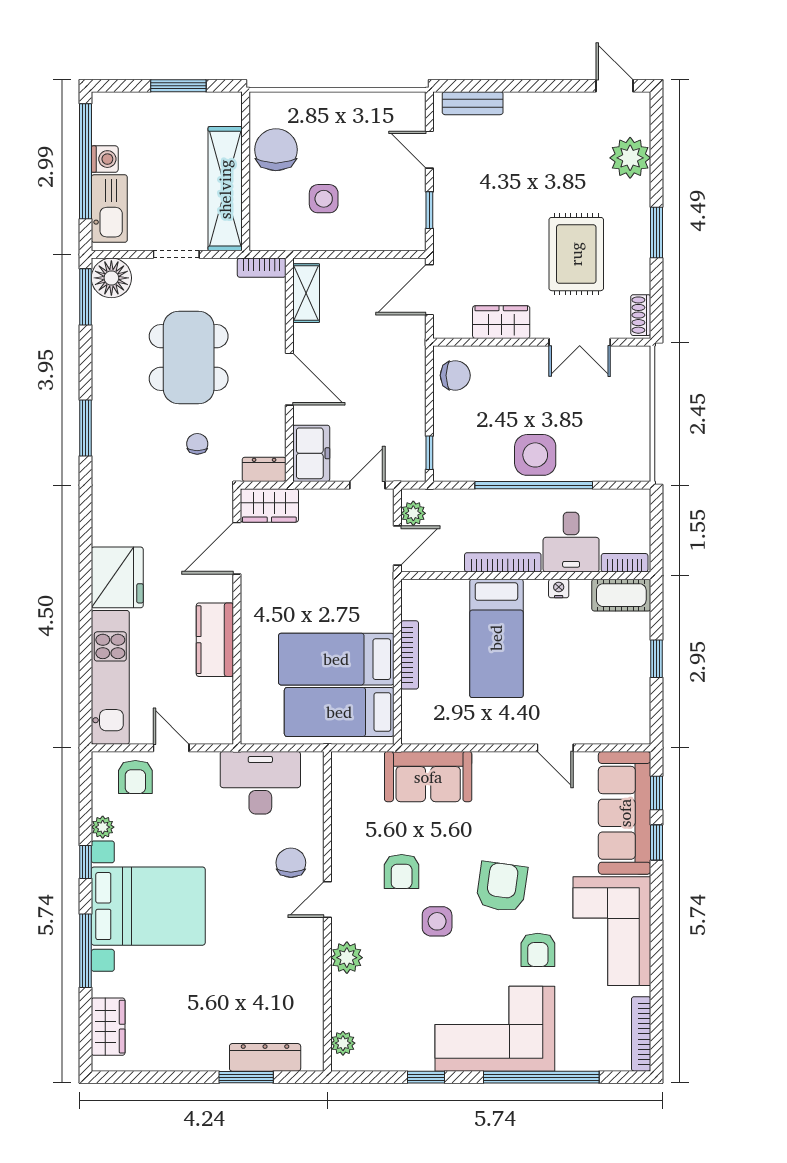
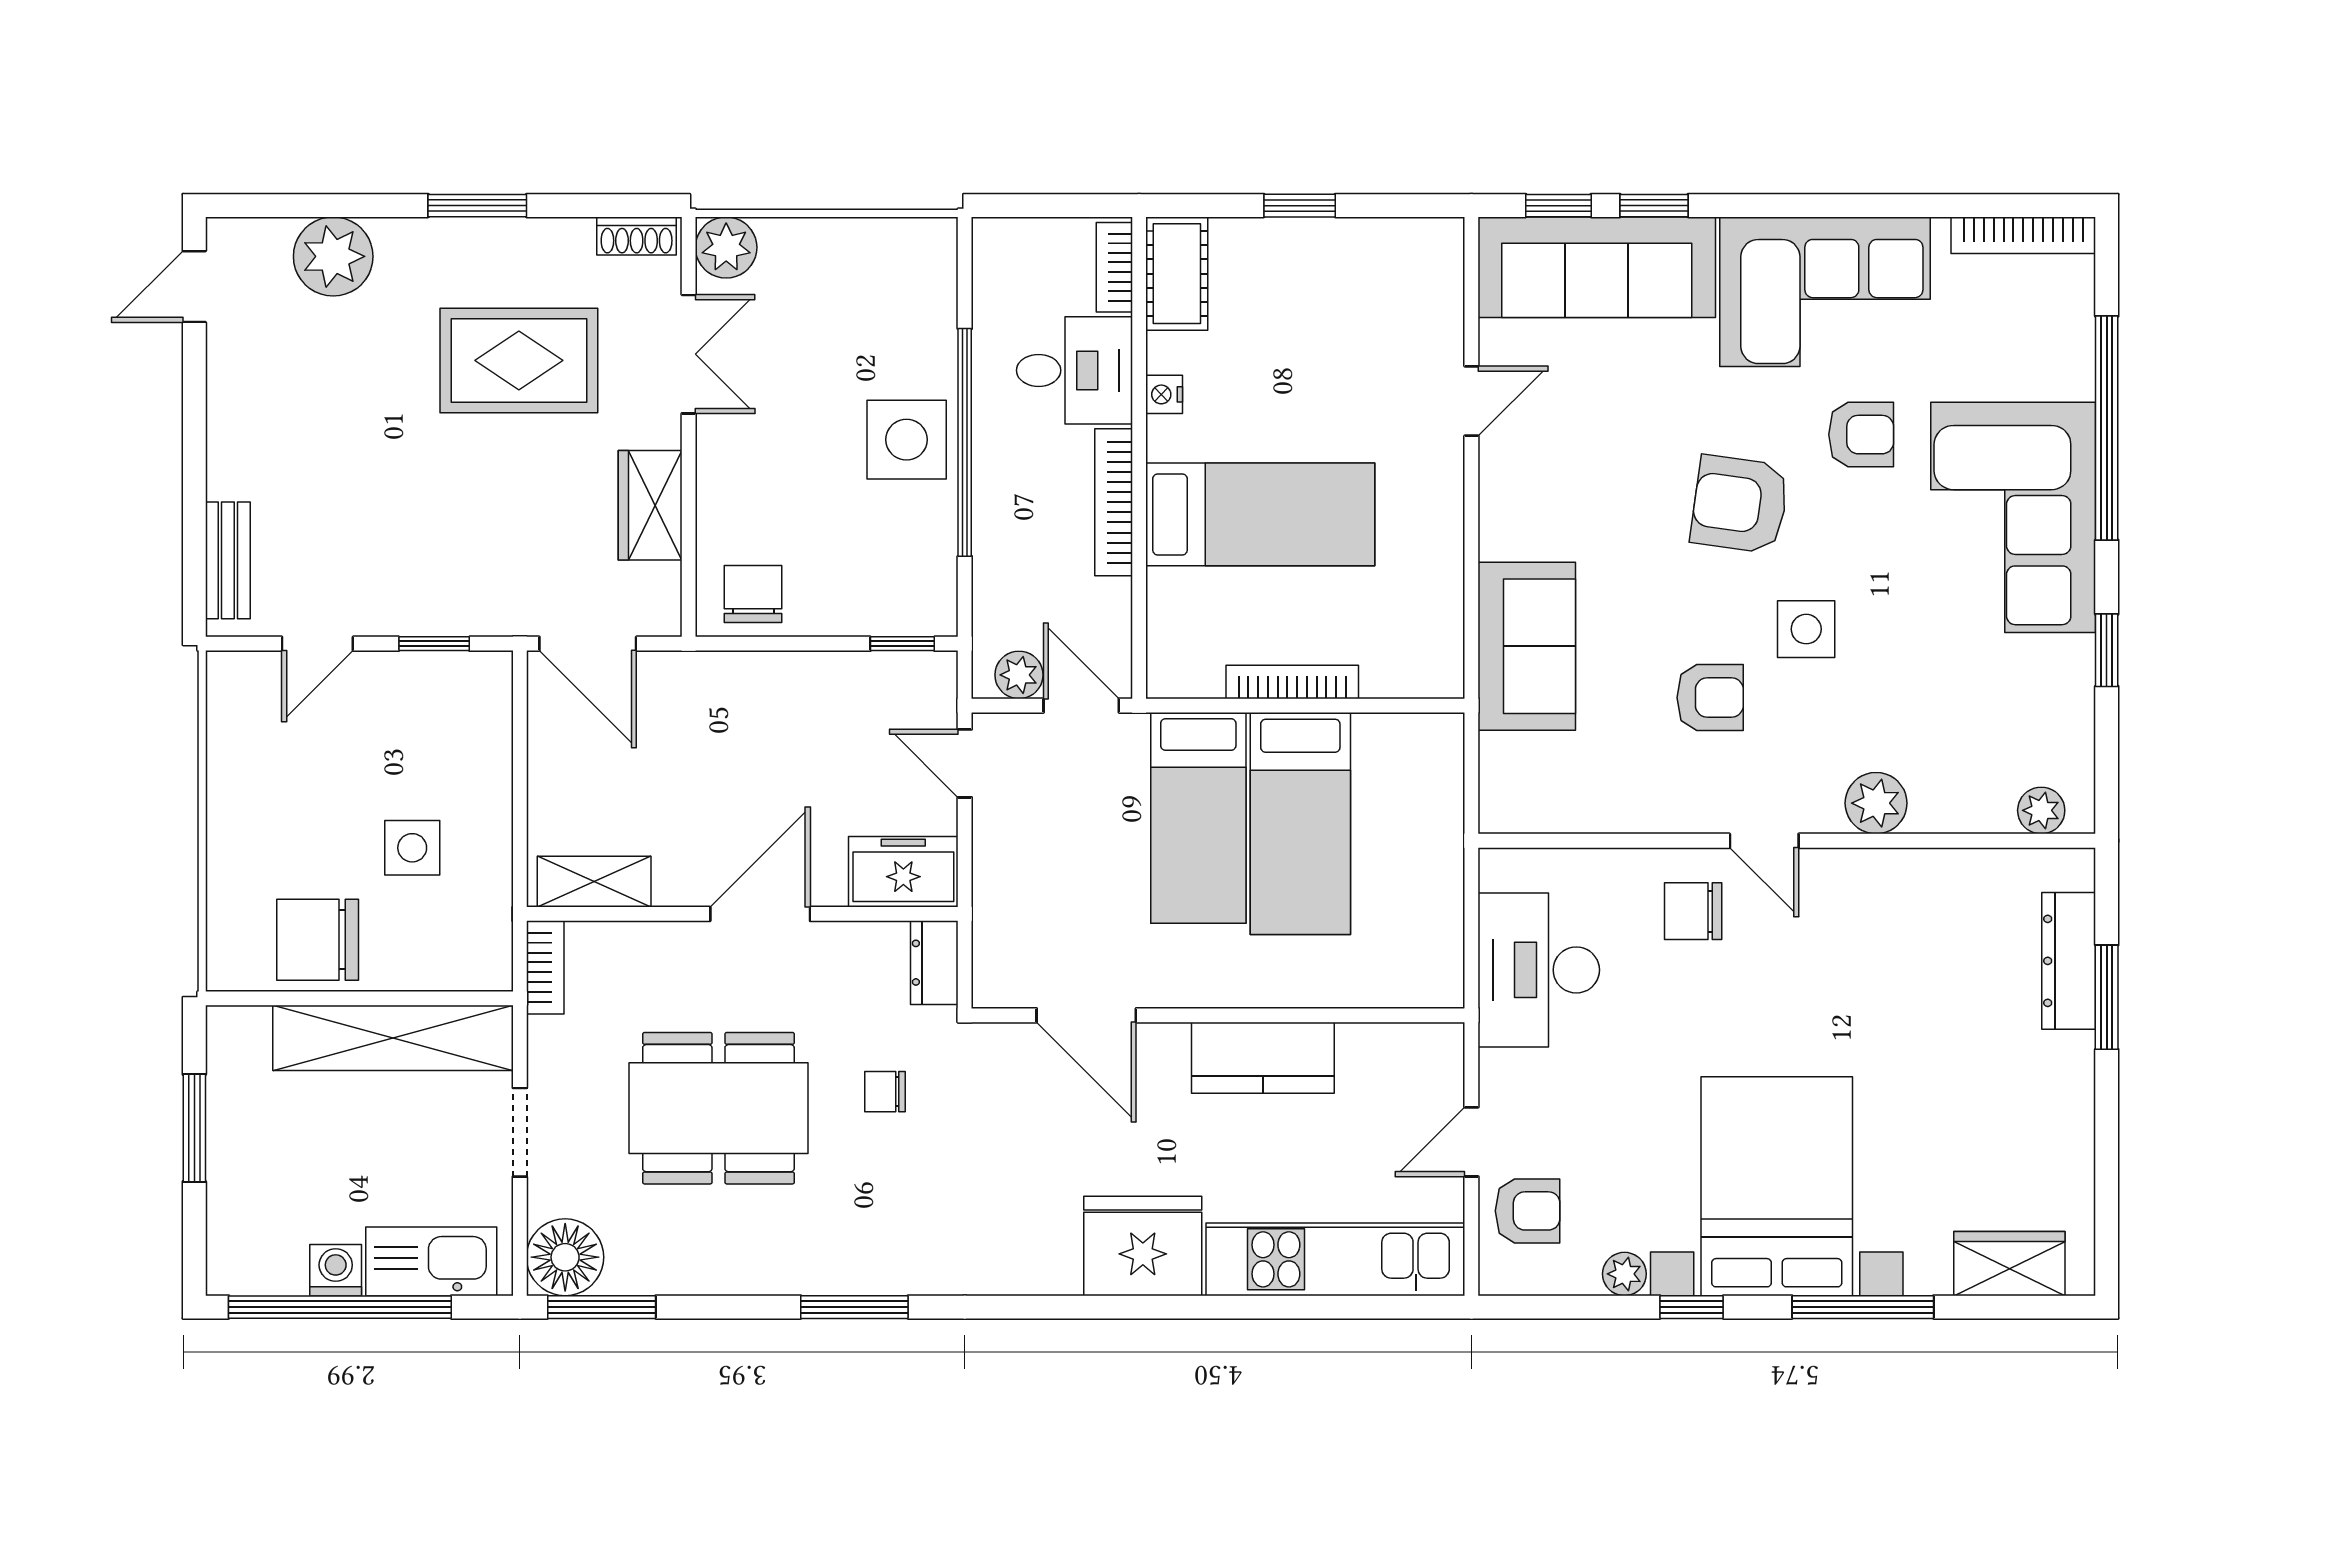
plant: (635, 361) -> (726, 247), added
wardrobe: (269, 505) -> (1004, 953), removed
bed: (339, 712) -> (1198, 818), moved

